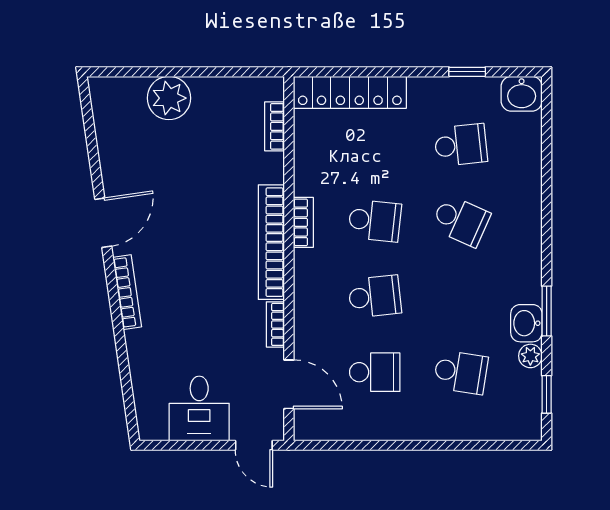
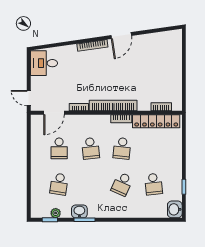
locker: (350, 92) -> (156, 121), moved, turned -90
plant: (169, 98) -> (173, 63), removed
door: (103, 223) -> (121, 36), hinge flipped
plant: (530, 356) -> (56, 213), moved
desk: (199, 408) -> (44, 63), moved
door: (254, 445) -> (29, 98), hinge flipped

